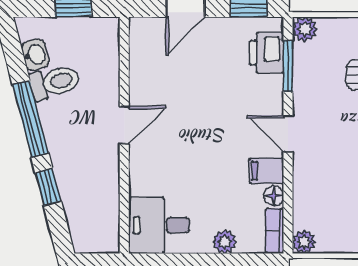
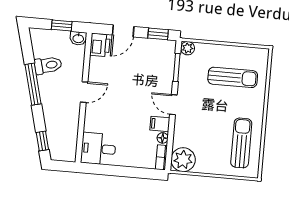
printer: (267, 53) -> (100, 45), moved, turned 180
washbasin: (35, 55) -> (78, 38), moved, turned 105
window: (48, 187) -> (42, 141), moved
plant: (225, 242) -> (134, 161), removed
plant: (304, 242) -> (183, 160), width x1.87, depth x1.87

